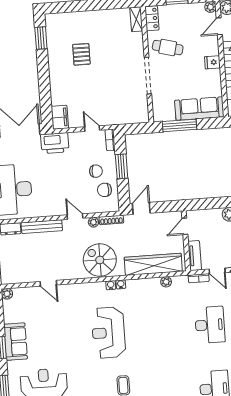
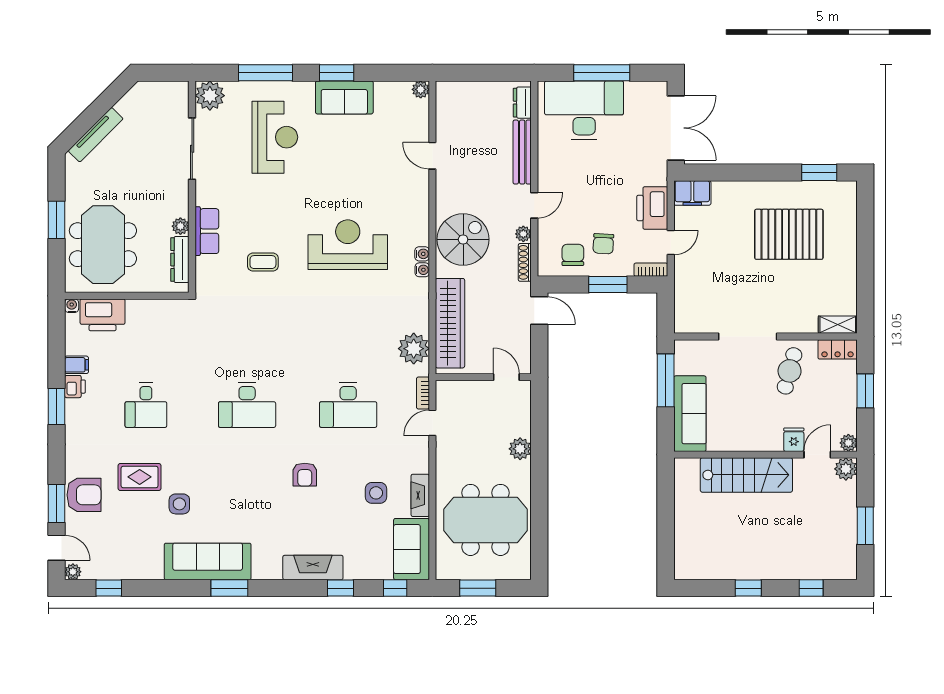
door: (219, 26) -> (817, 455), hinge flipped
pallet: (81, 54) -> (789, 234), width x2.05, depth x2.00
fridge: (212, 62) -> (794, 440), moved
printer: (55, 143) -> (652, 208), moved
tv unit: (195, 256) -> (459, 389), removed
plant: (166, 282) -> (414, 349), width x1.88, depth x1.88
door: (48, 283) -> (432, 156), hinge flipped

